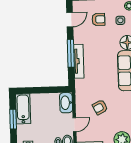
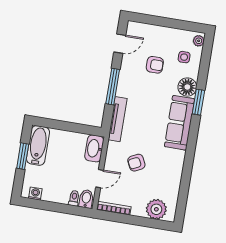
armchair: (99, 19) -> (155, 65), moved
tv unit: (79, 61) -> (118, 119), moved

